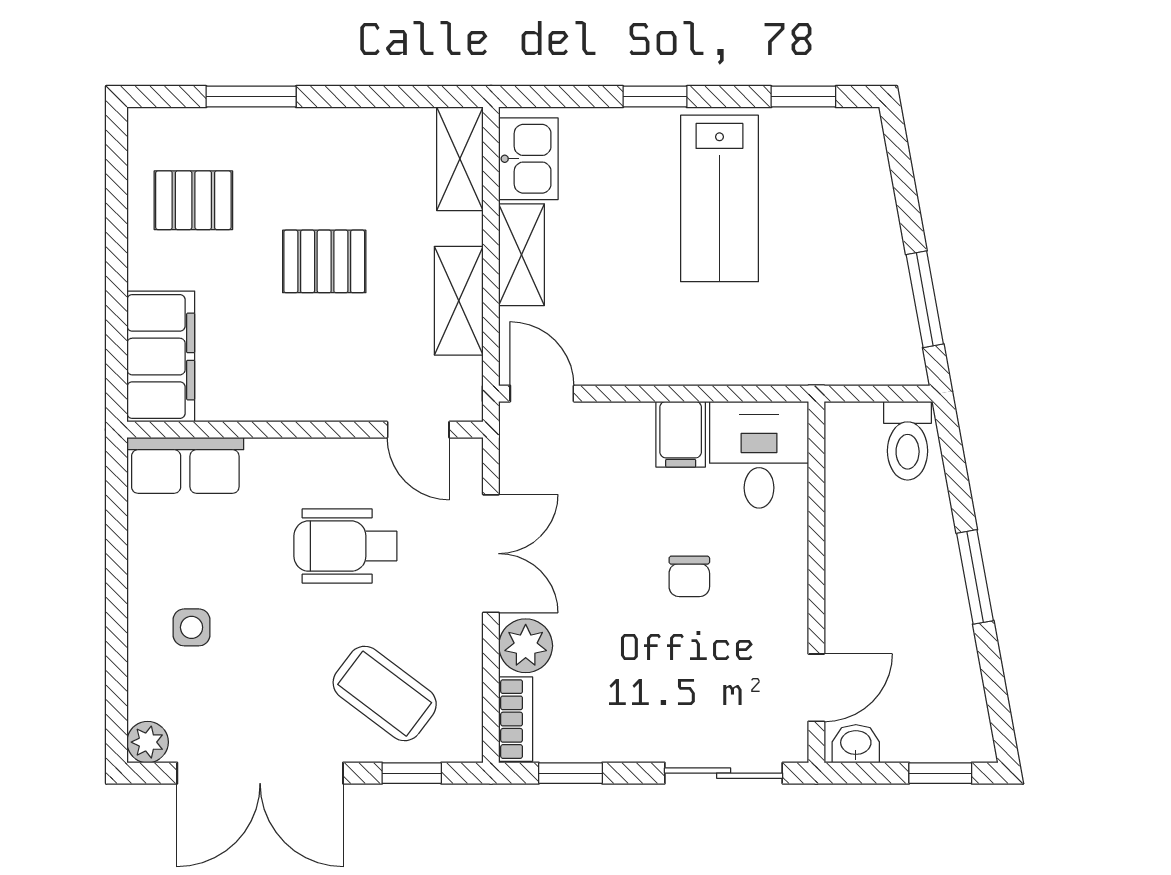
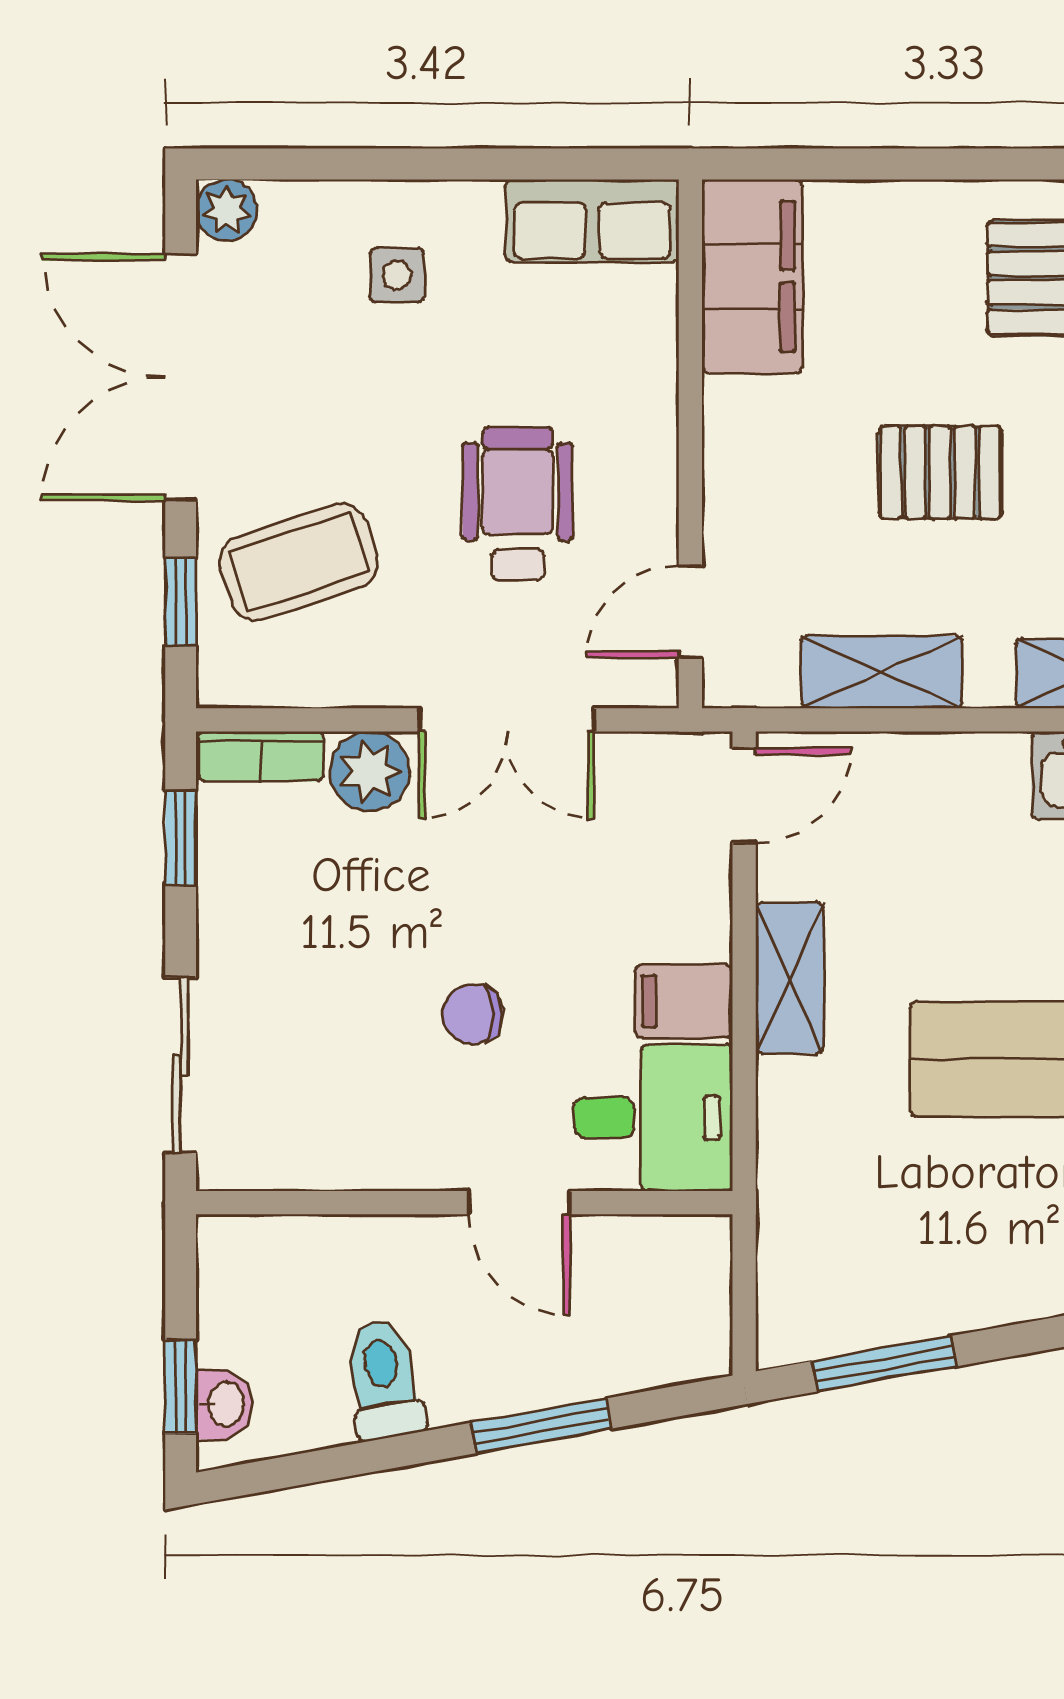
shelving: (522, 255) -> (790, 978), moved, turned 90
pallet: (324, 261) -> (940, 472), turned 90
filing cabinet: (161, 357) -> (752, 276), moved, turned -90
toilet: (908, 441) -> (384, 1379), moved, turned 80
row of seats: (185, 465) -> (592, 221), moved, turned -90
window: (975, 577) -> (541, 1426), moved
door: (816, 688) -> (519, 1203), moved
coffee table: (385, 694) -> (299, 562), turned 35
washbasin: (856, 744) -> (224, 1404), moved

